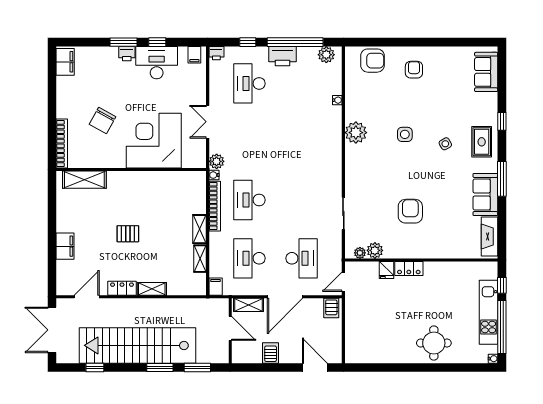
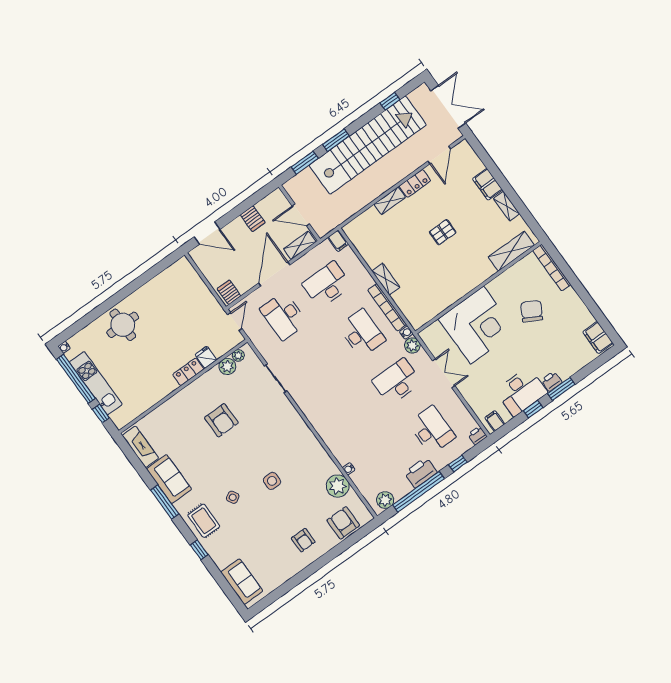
armchair: (372, 61) -> (343, 523), turned 90
plant: (356, 133) -> (338, 486), moved
desk: (249, 142) -> (397, 382), added
desk: (249, 258) -> (327, 285), turned -90
shelving: (200, 259) -> (507, 206), moved

